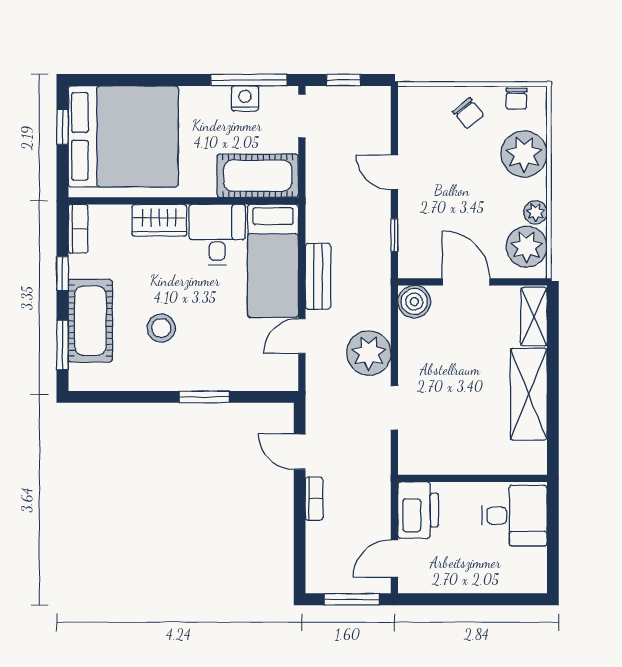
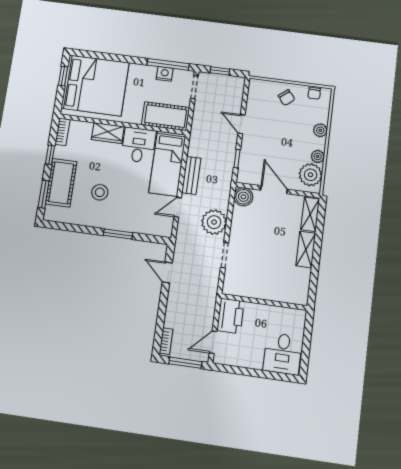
plant: (524, 154) -> (320, 130), width x0.53, depth x0.53
shelving: (529, 394) -> (306, 250), width x0.67, depth x0.75
bookcase: (314, 499) -> (166, 341), moved
desk: (514, 516) -> (283, 354), moved, turned 90

